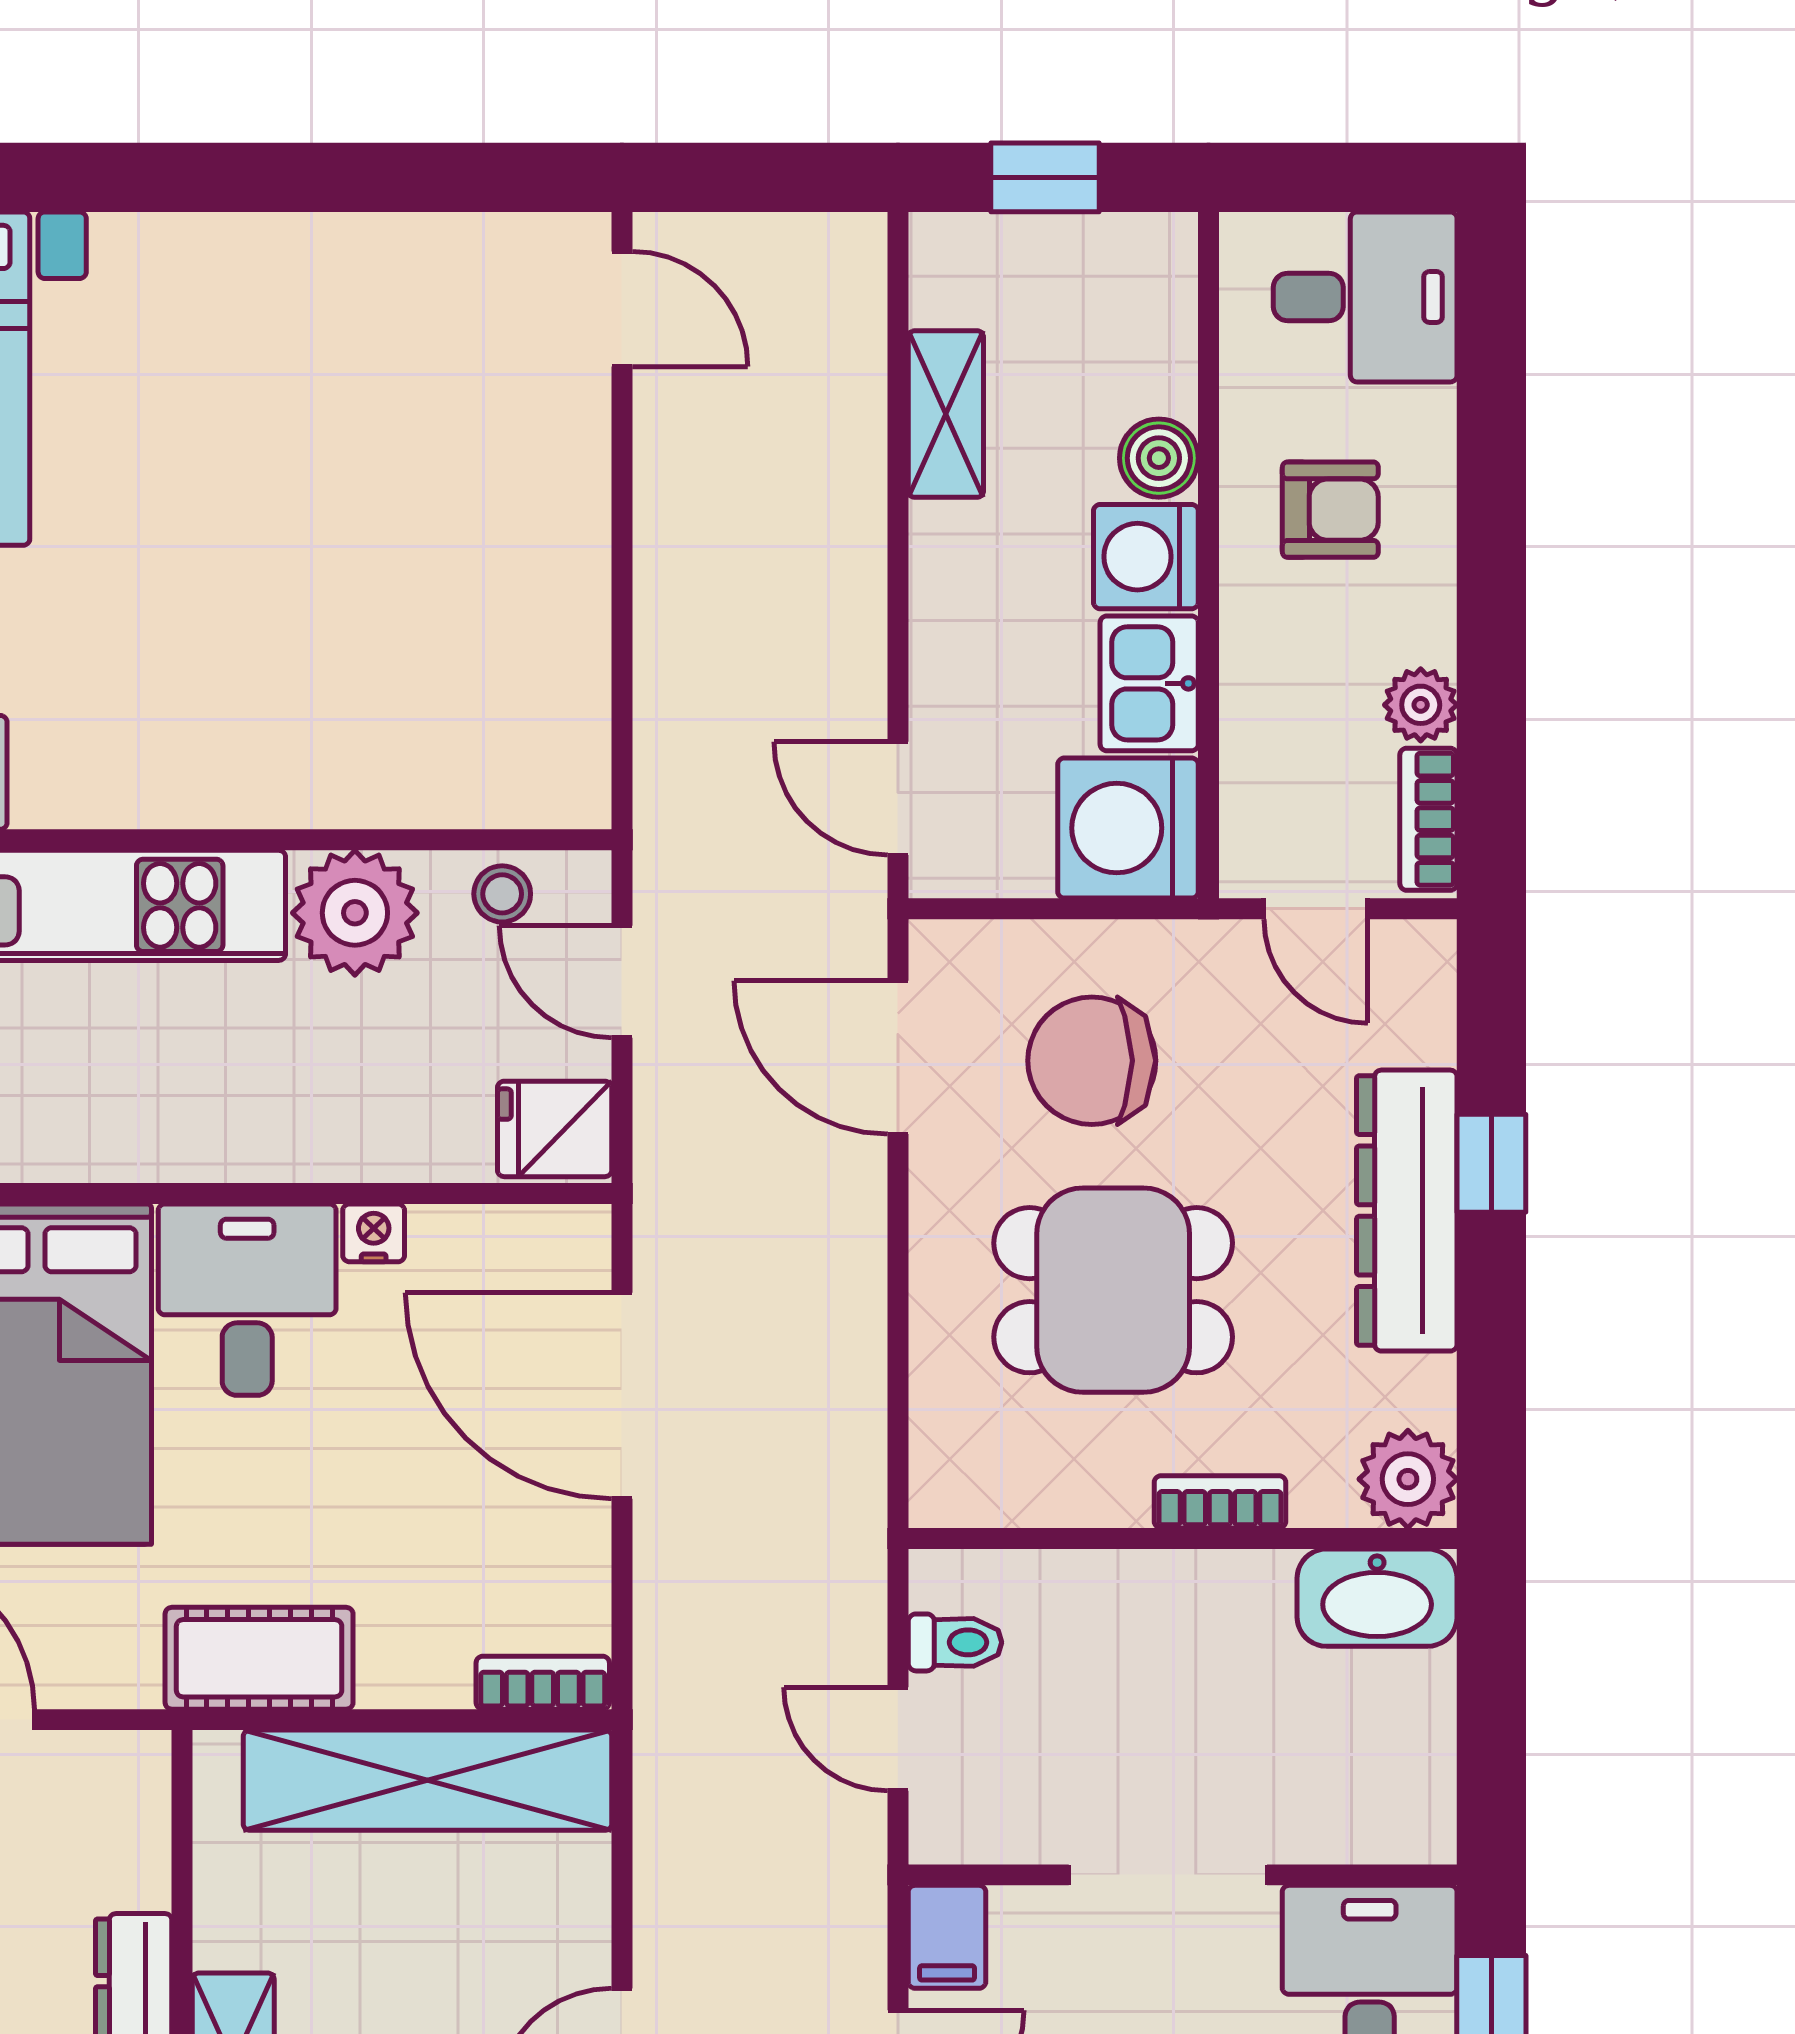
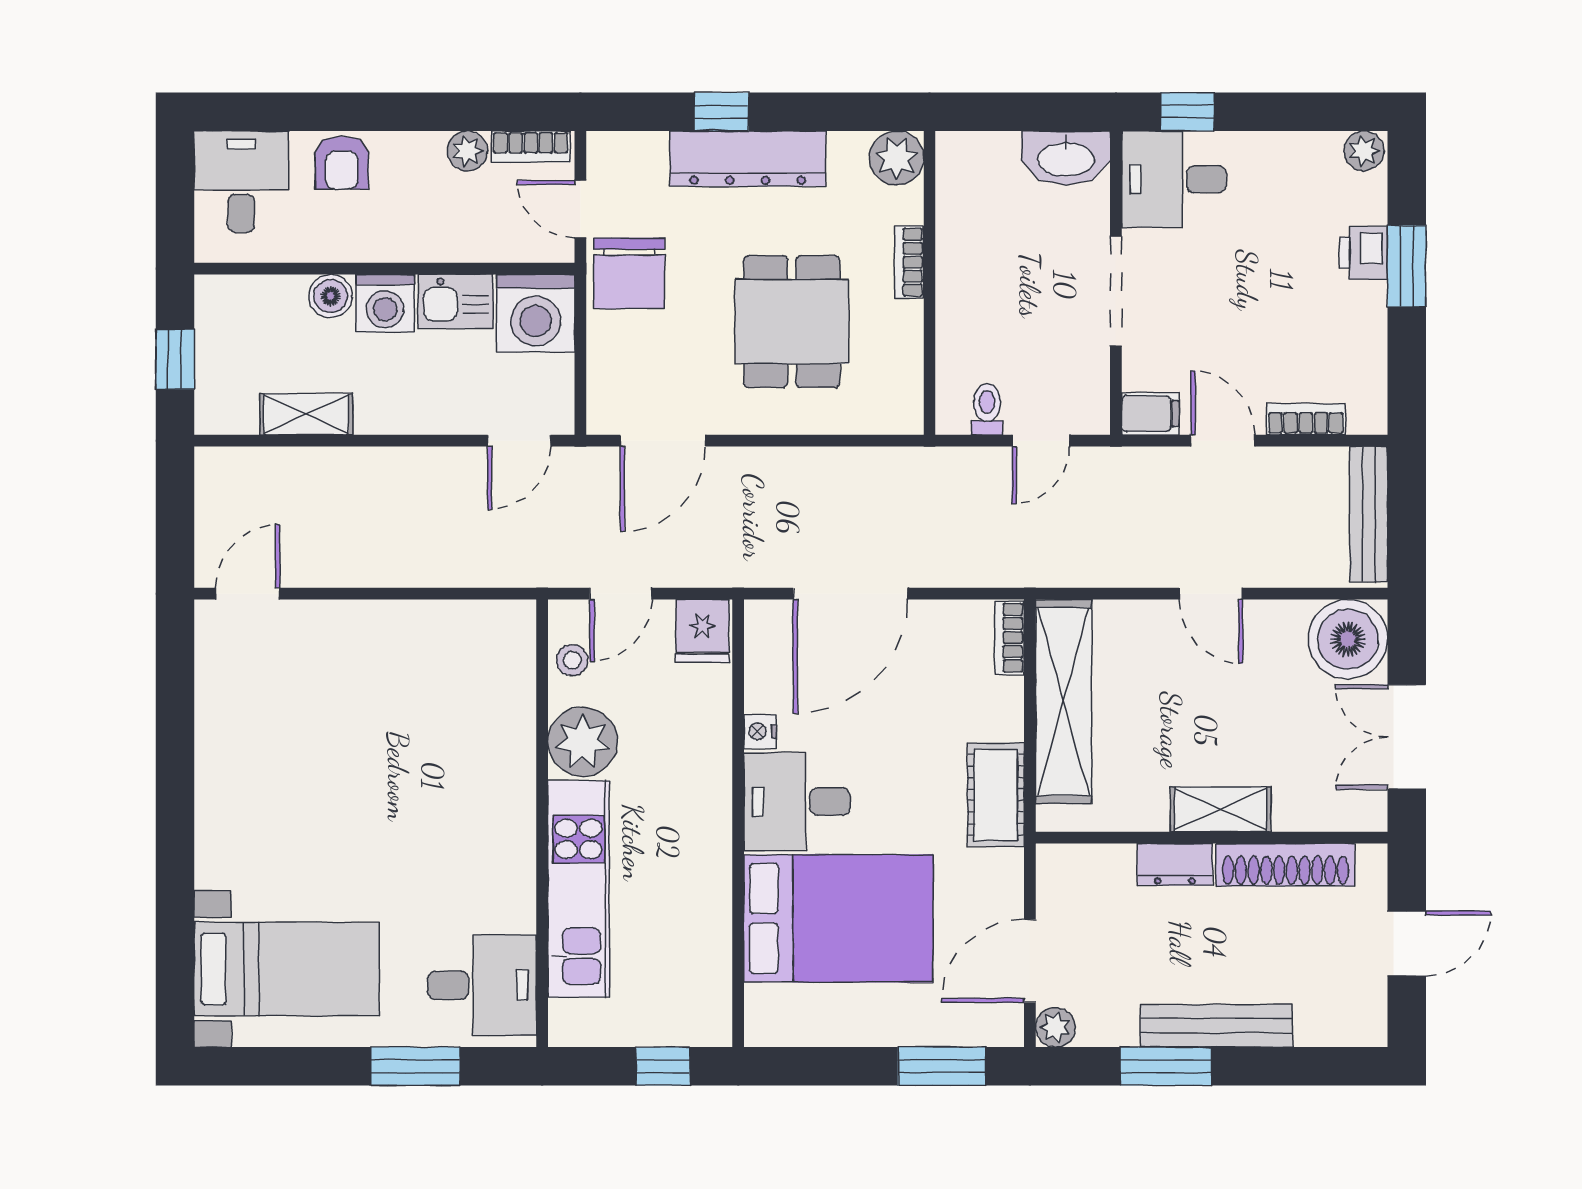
armchair: (1330, 510) -> (342, 163), moved, turned 180
door: (1316, 909) -> (580, 209), swing flipped
chair: (1092, 1061) -> (629, 273), moved
washbasin: (1377, 1598) -> (1066, 158), moved, turned 90

